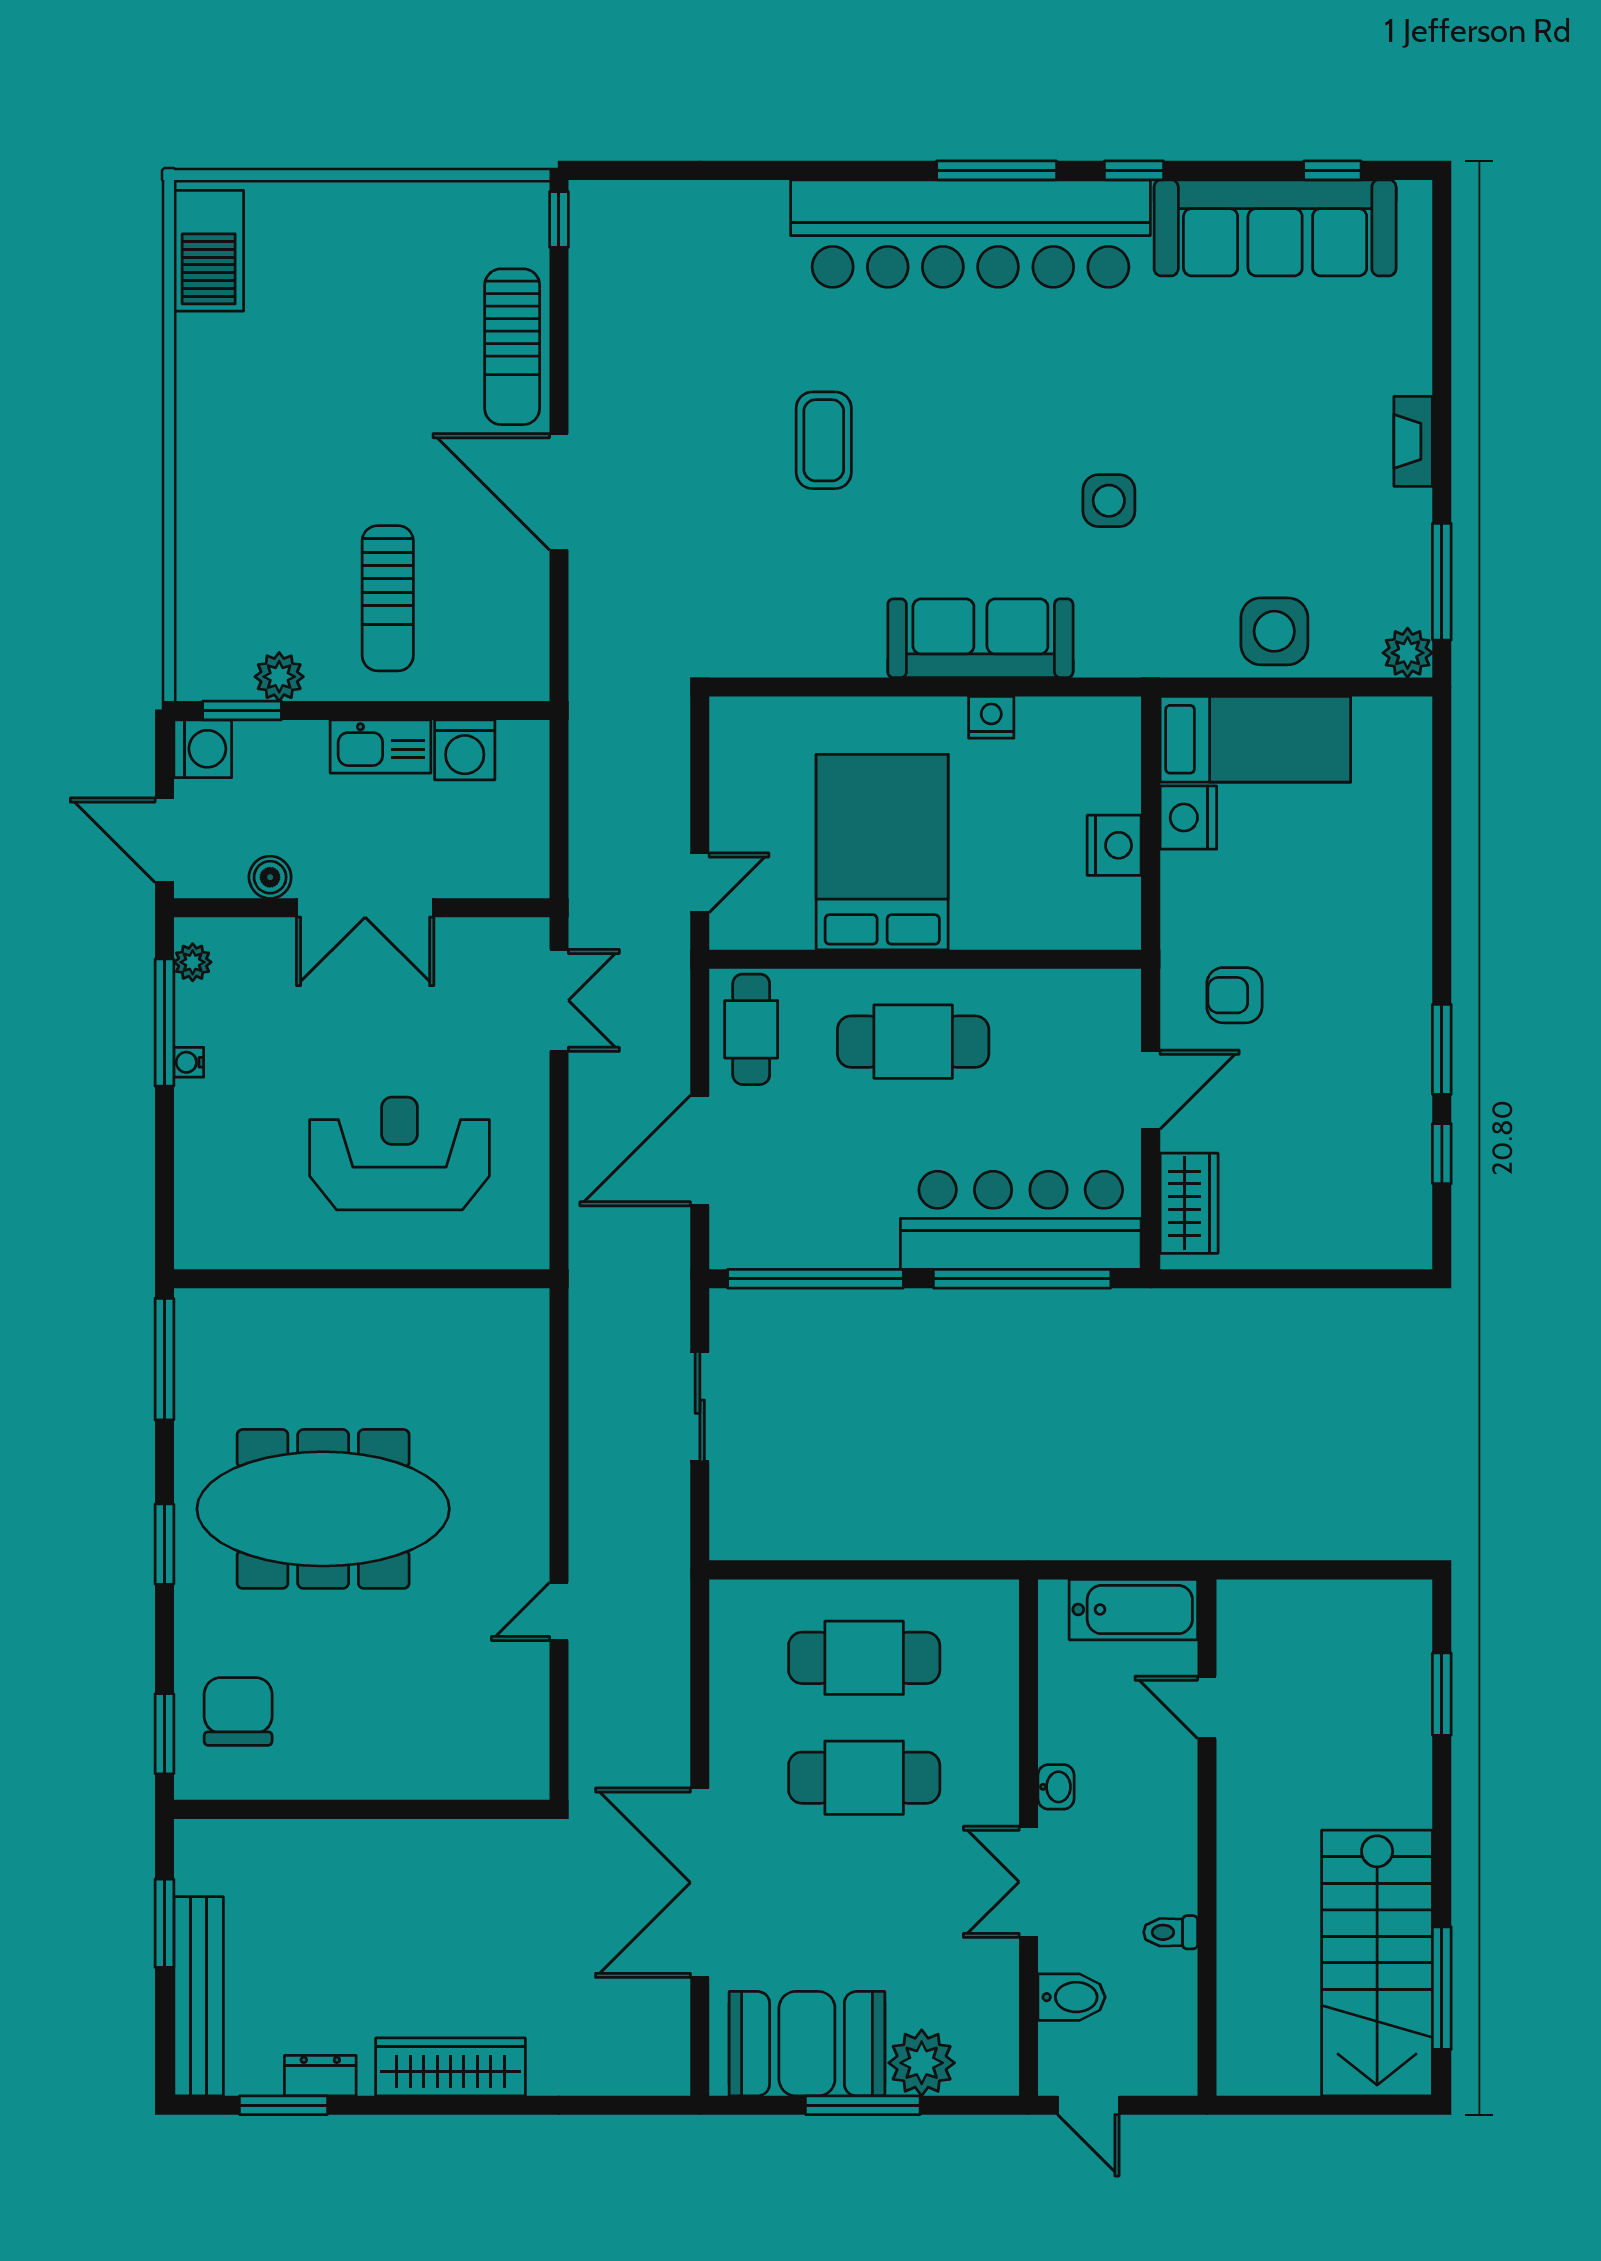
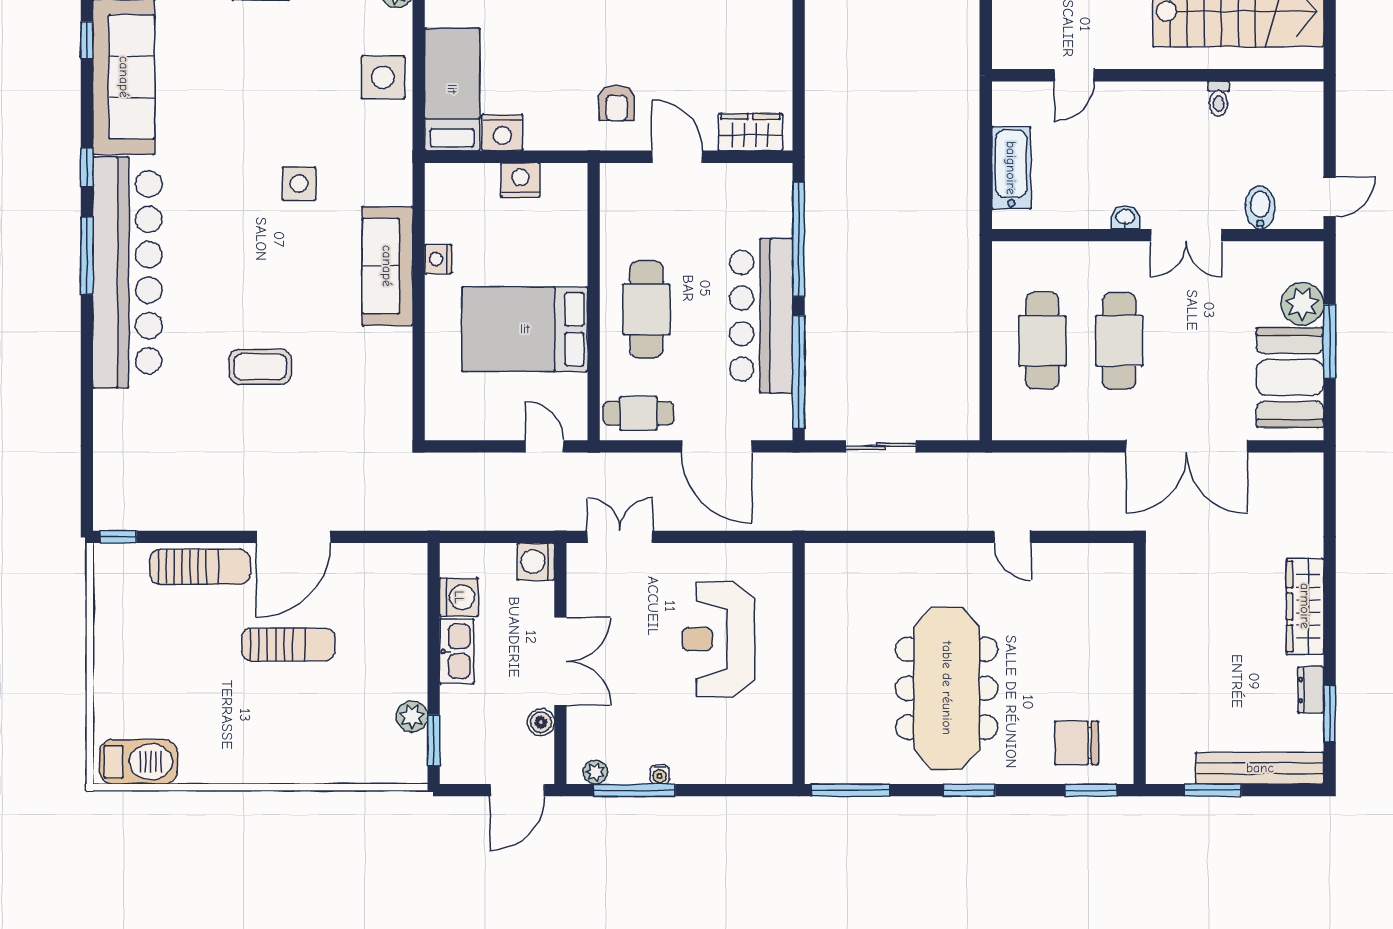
sun lounger: (388, 598) -> (288, 644), moved
washing machine: (203, 749) -> (536, 561), moved, turned -90
bar counter: (1021, 1220) -> (761, 316), moved
door: (1207, 1707) -> (1074, 75), moved
wall: (1207, 1838) -> (1158, 75), moved
toilet: (1171, 1932) -> (1219, 99), moved

